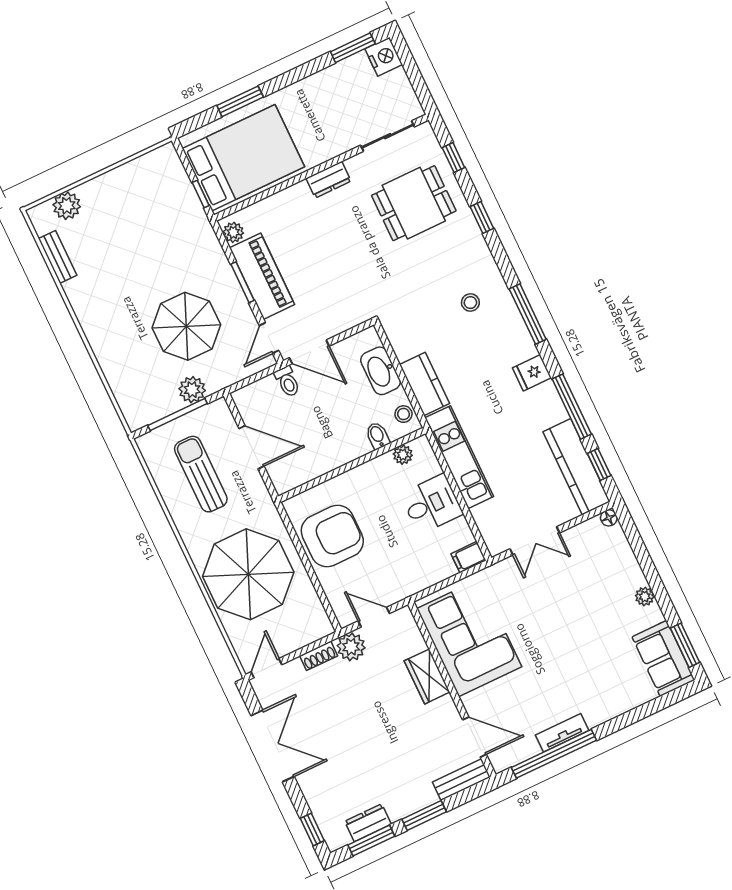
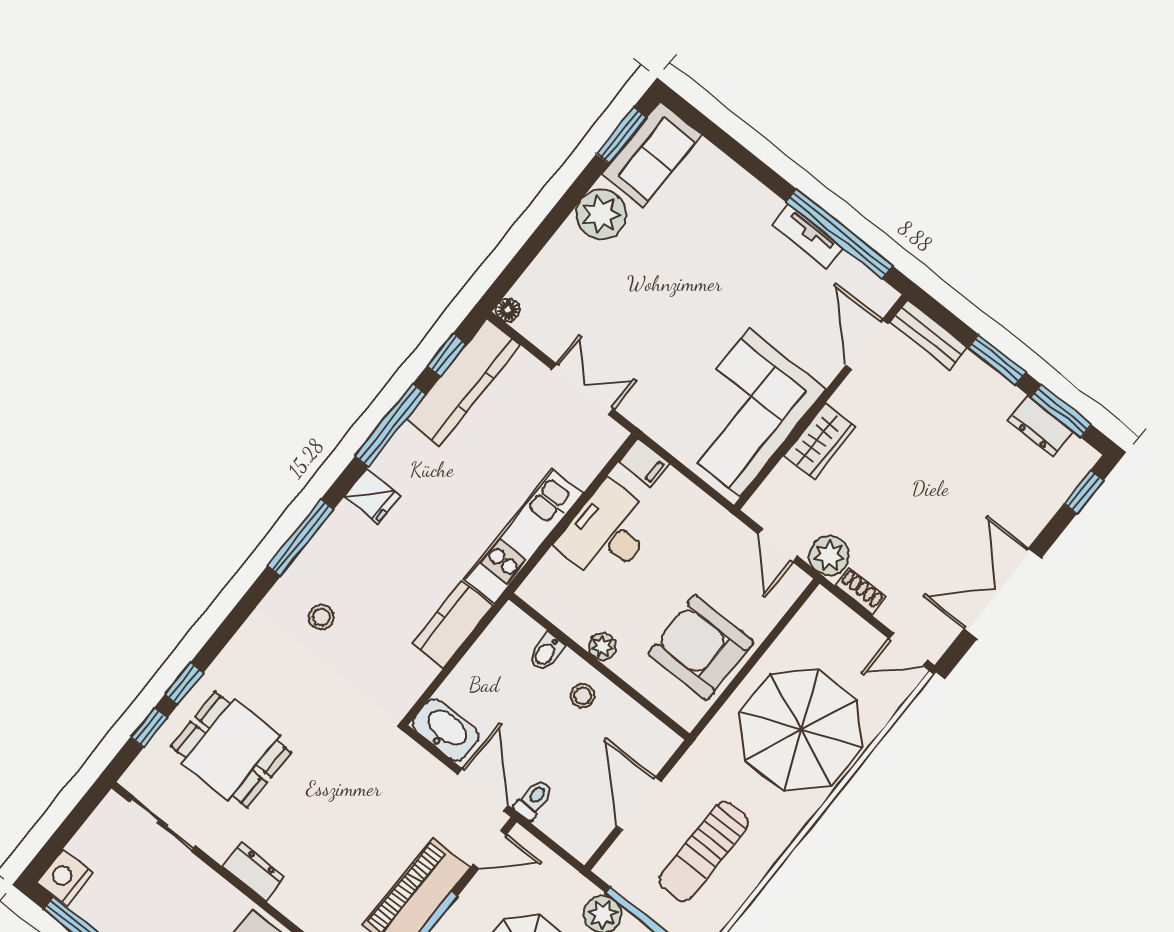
window: (482, 217) -> (184, 683), moved
washbasin: (381, 371) -> (446, 730), moved, turned -90
stool: (404, 414) -> (583, 696), moved
plant: (403, 455) -> (602, 647), moved
desk: (432, 504) -> (607, 532), width x1.37
plant: (645, 596) -> (601, 214), width x1.87, depth x1.87

